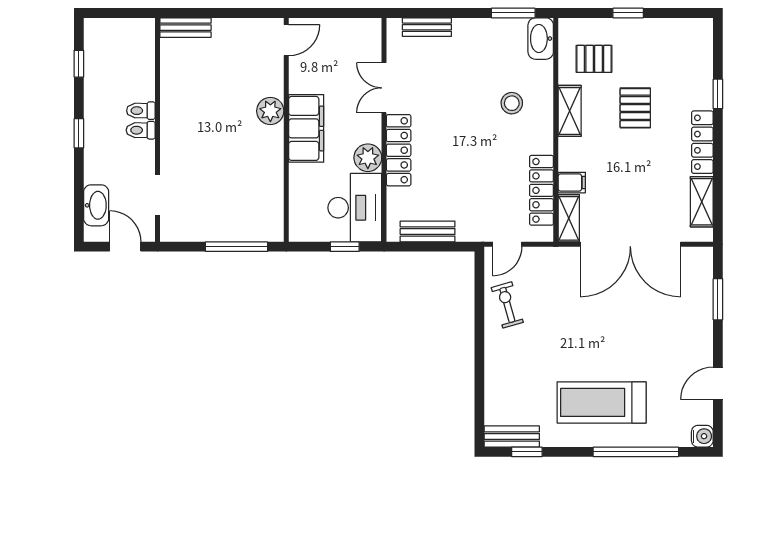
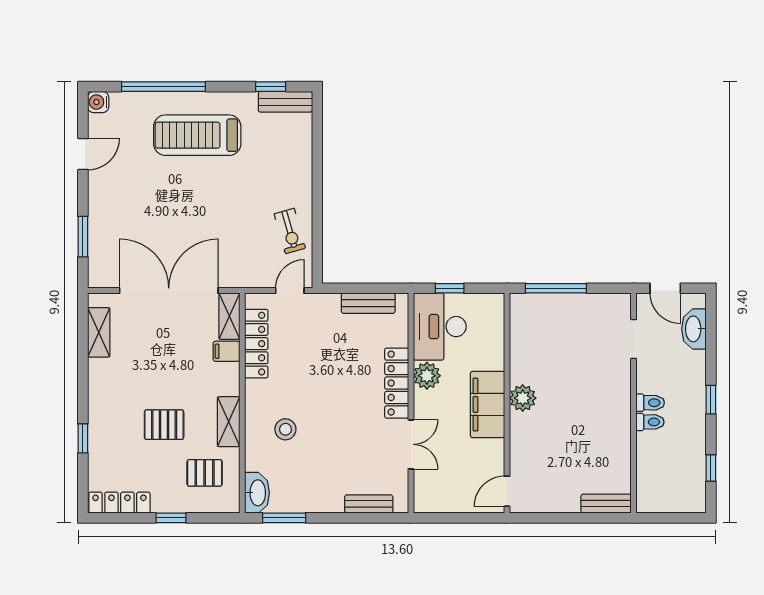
pallet: (635, 108) -> (164, 425), turned 90
plant: (270, 111) -> (523, 398), moved
locker: (702, 142) -> (119, 503), moved, turned -90
treadmill: (602, 402) -> (197, 135), turned 180

